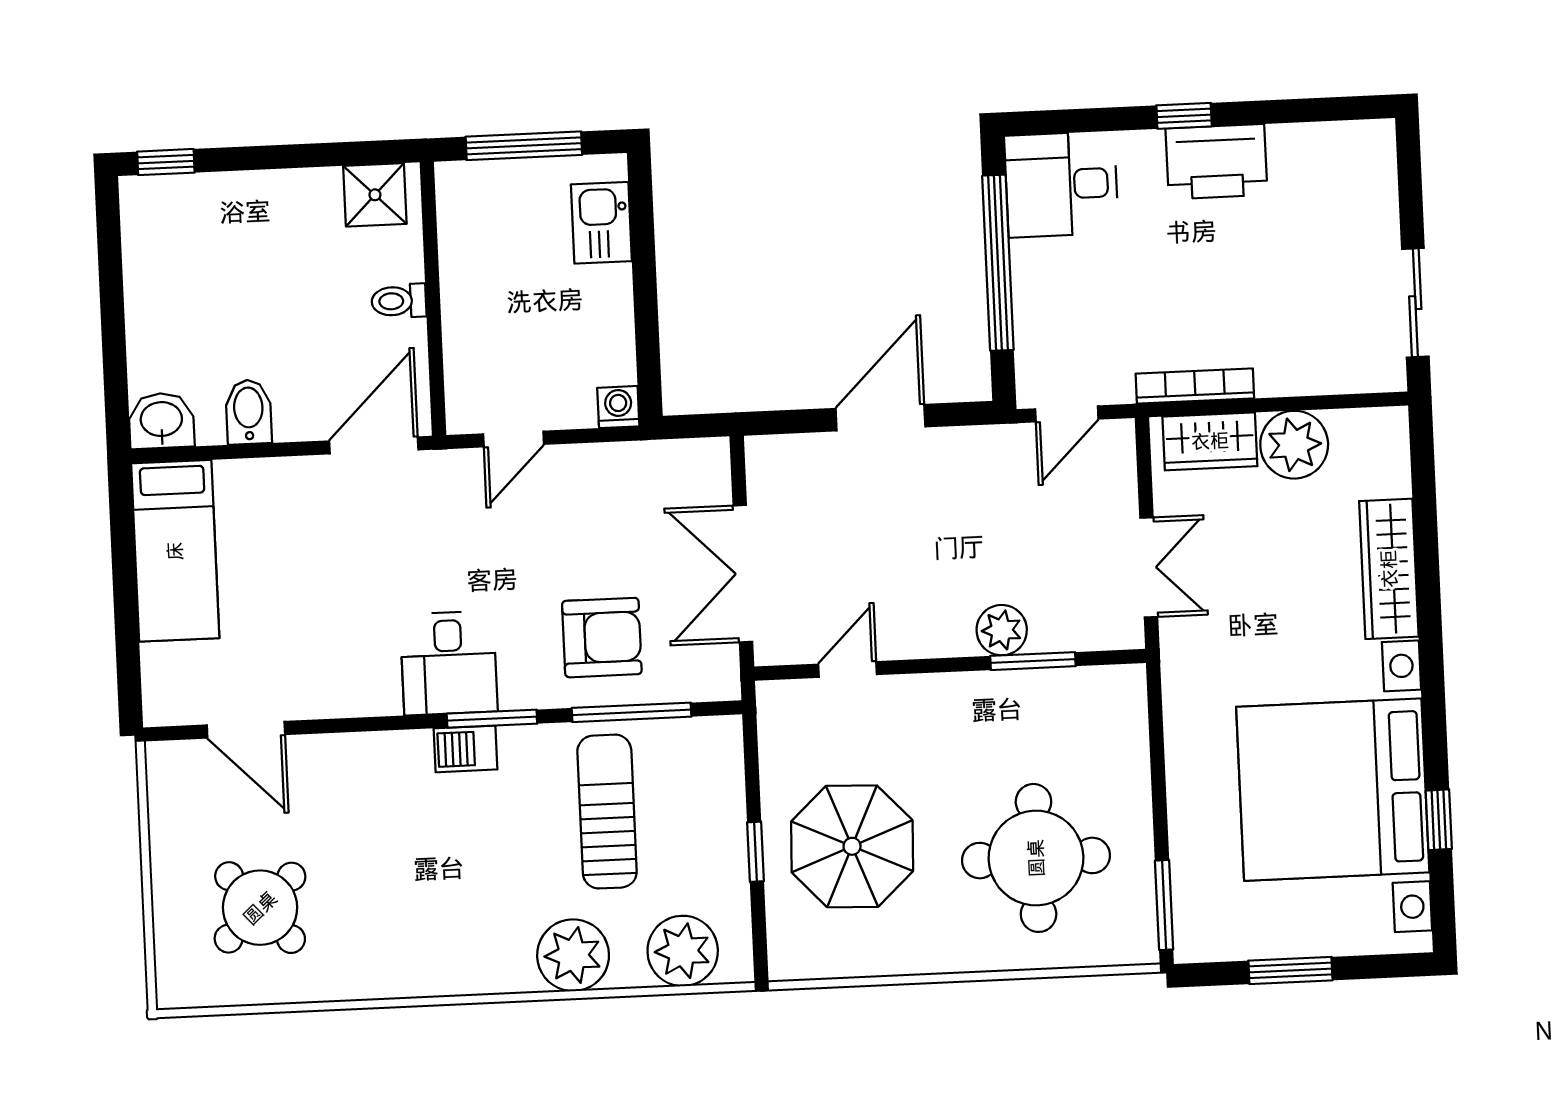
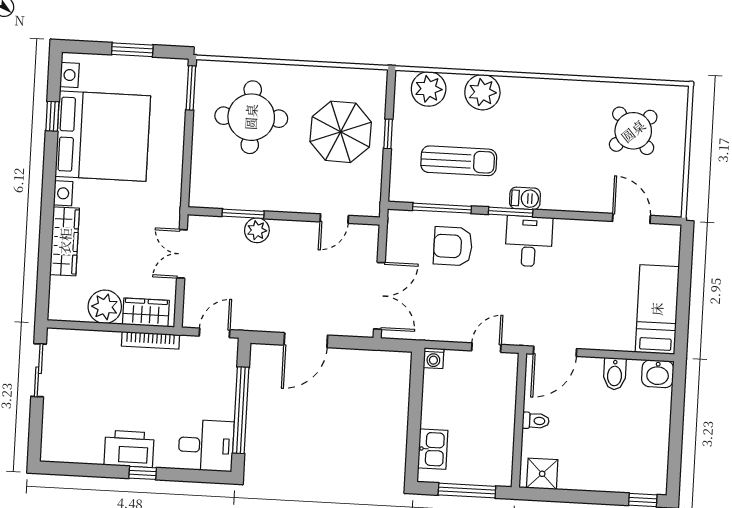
double door: (743, 574) -> (379, 296), moved
sun lounger: (607, 812) -> (459, 161), turned -90

